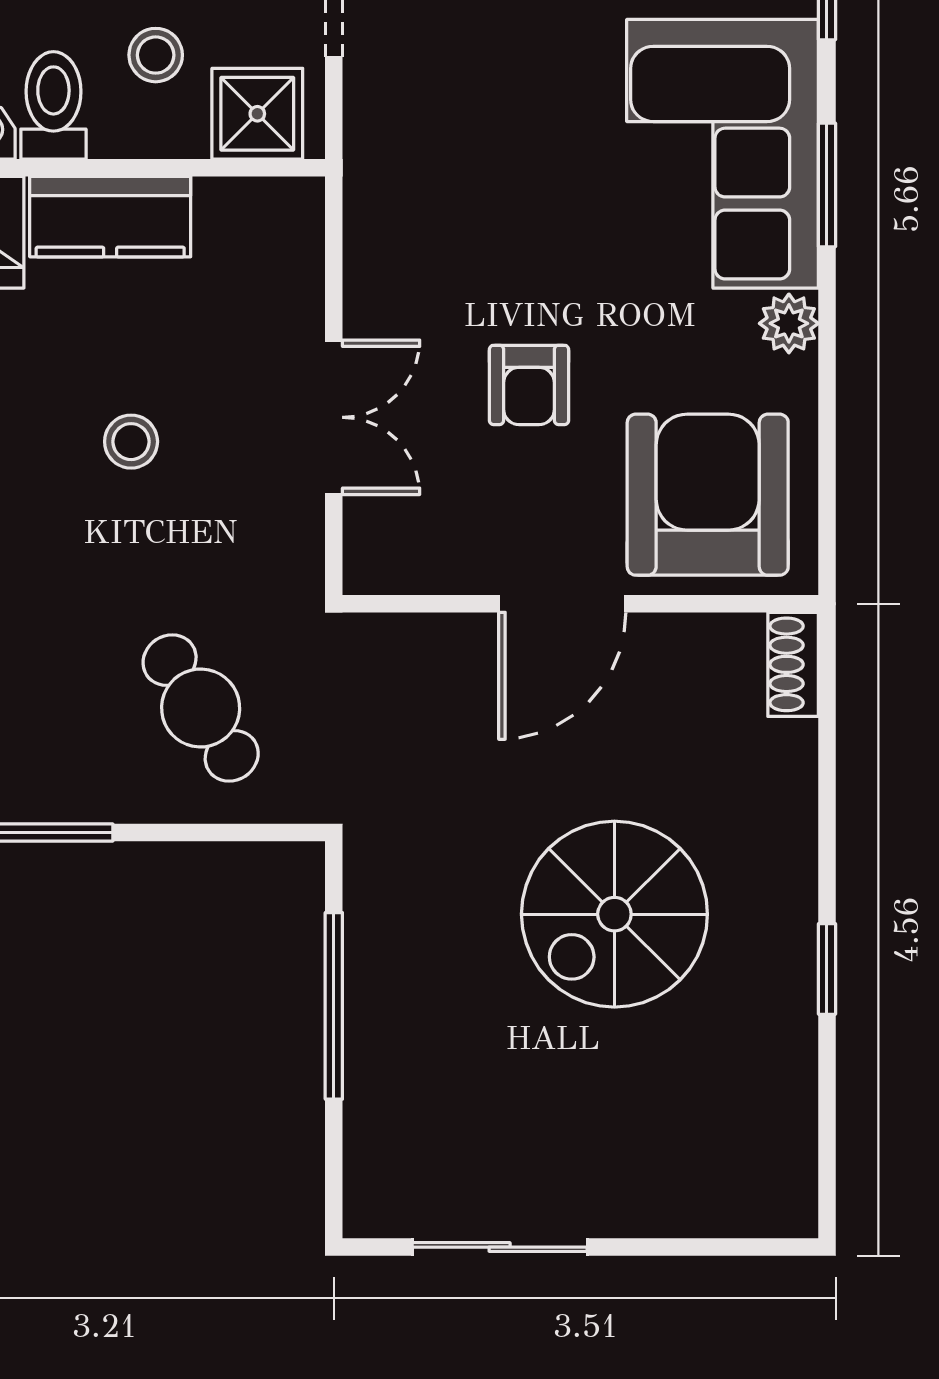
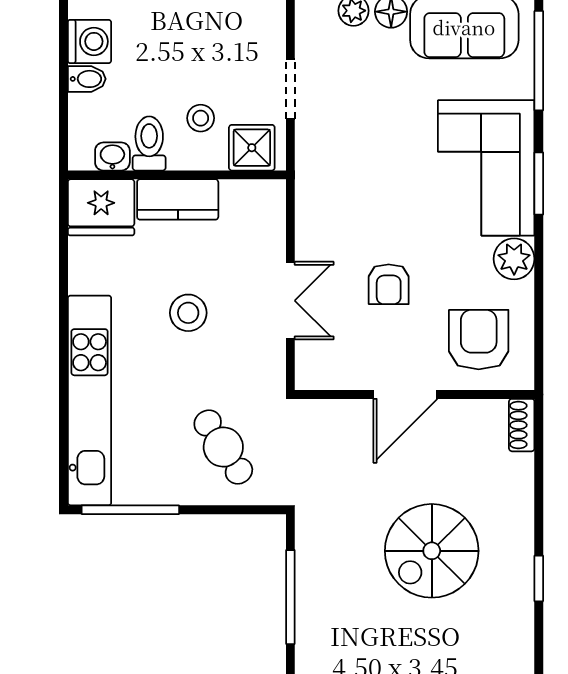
plant: (789, 323) -> (514, 259), width x1.38, depth x1.38
stool: (131, 442) -> (188, 313), width x1.37, depth x1.37
armchair: (708, 495) -> (479, 340), width x0.73, depth x0.73

